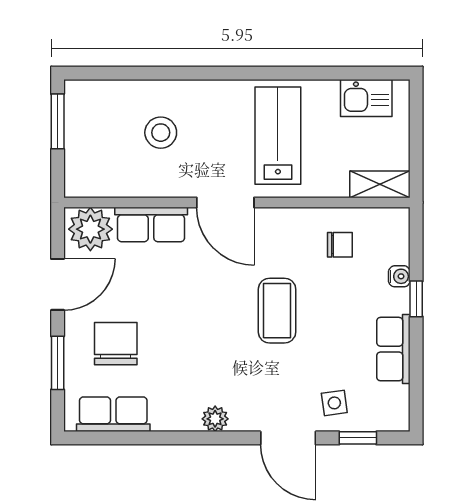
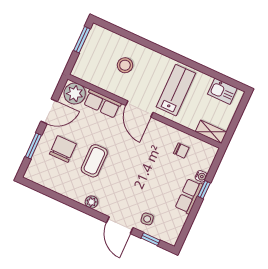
coffee table: (277, 311) -> (94, 161), moved
row of seats: (393, 349) -> (189, 196), moved
row of seats: (113, 414) -> (48, 180), removed

